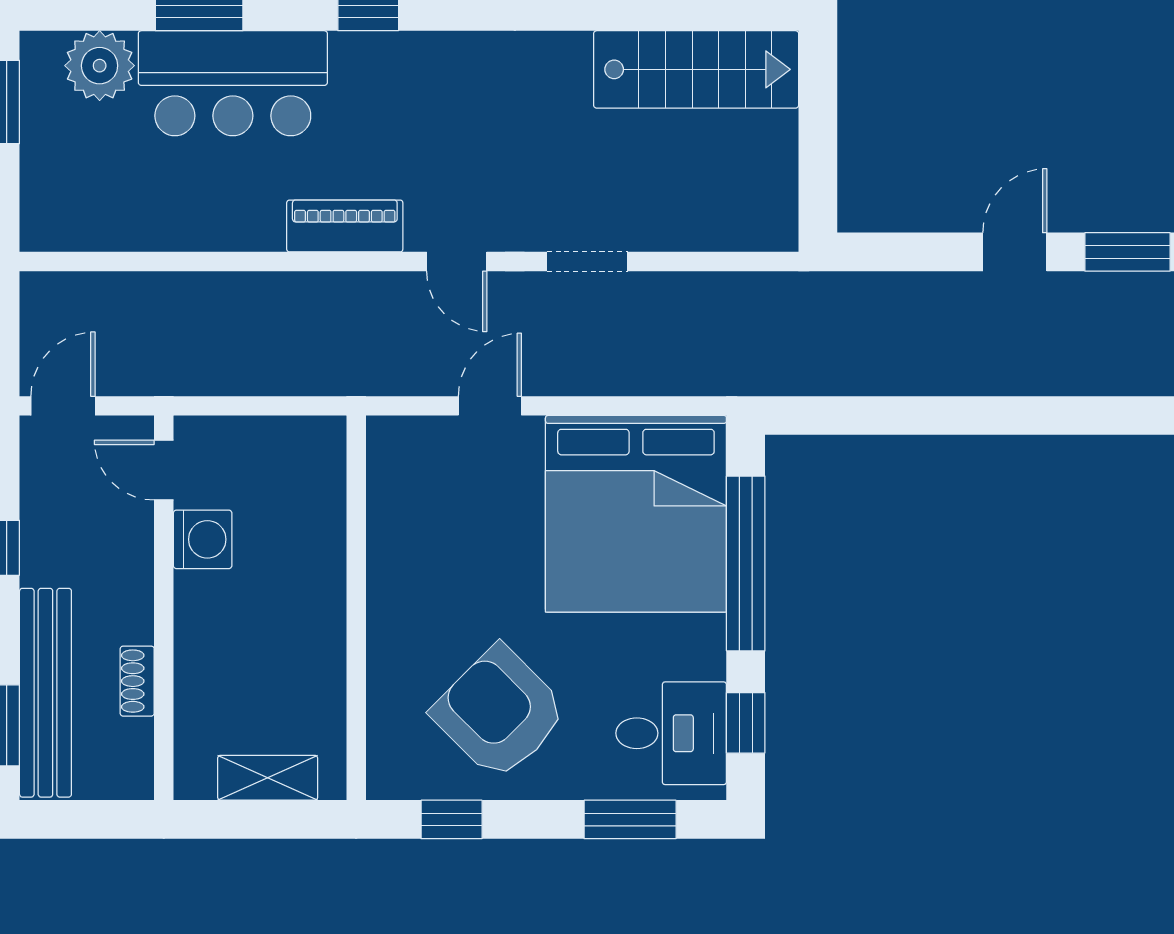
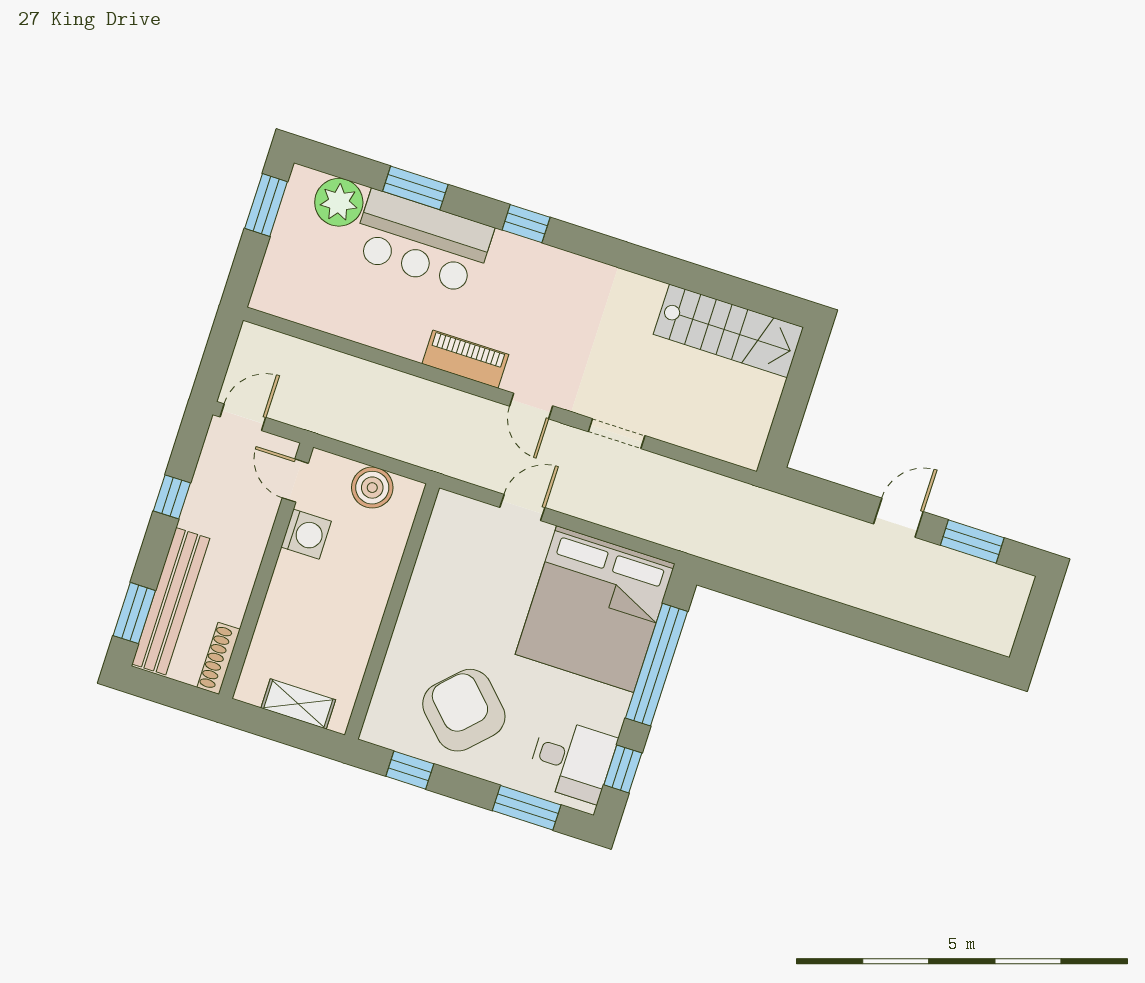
boiler: (273, 445) -> (372, 488), added
shoe rack: (137, 681) -> (219, 658), moved, width x1.43

